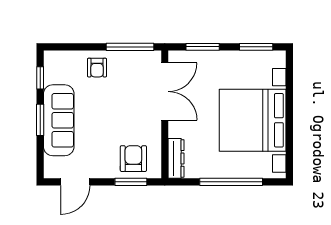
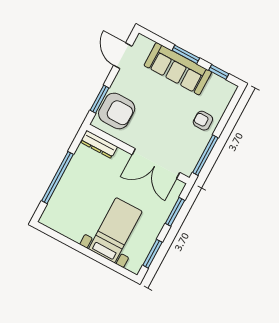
bed with nightstands: (253, 120) -> (115, 230), width x0.54
armchair: (133, 159) -> (117, 111), width x1.36, depth x1.36

